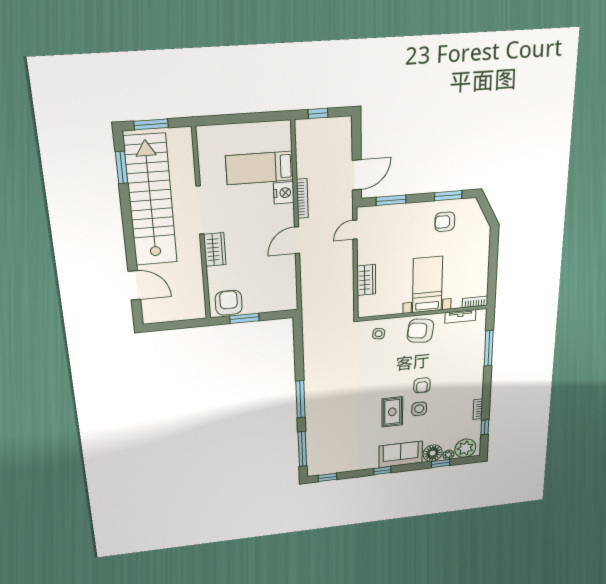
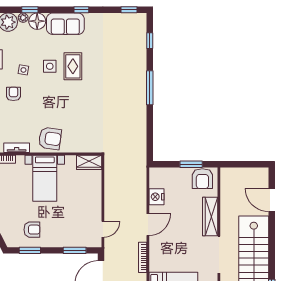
nightstand: (284, 193) -> (156, 197), moved
wardrobe: (215, 249) -> (210, 217), width x1.50
wardrobe: (366, 280) -> (89, 162), moved, turned -90
side table: (379, 334) -> (23, 70), moved
armchair: (422, 385) -> (13, 94), moved
window: (302, 449) -> (150, 41), width x0.46

